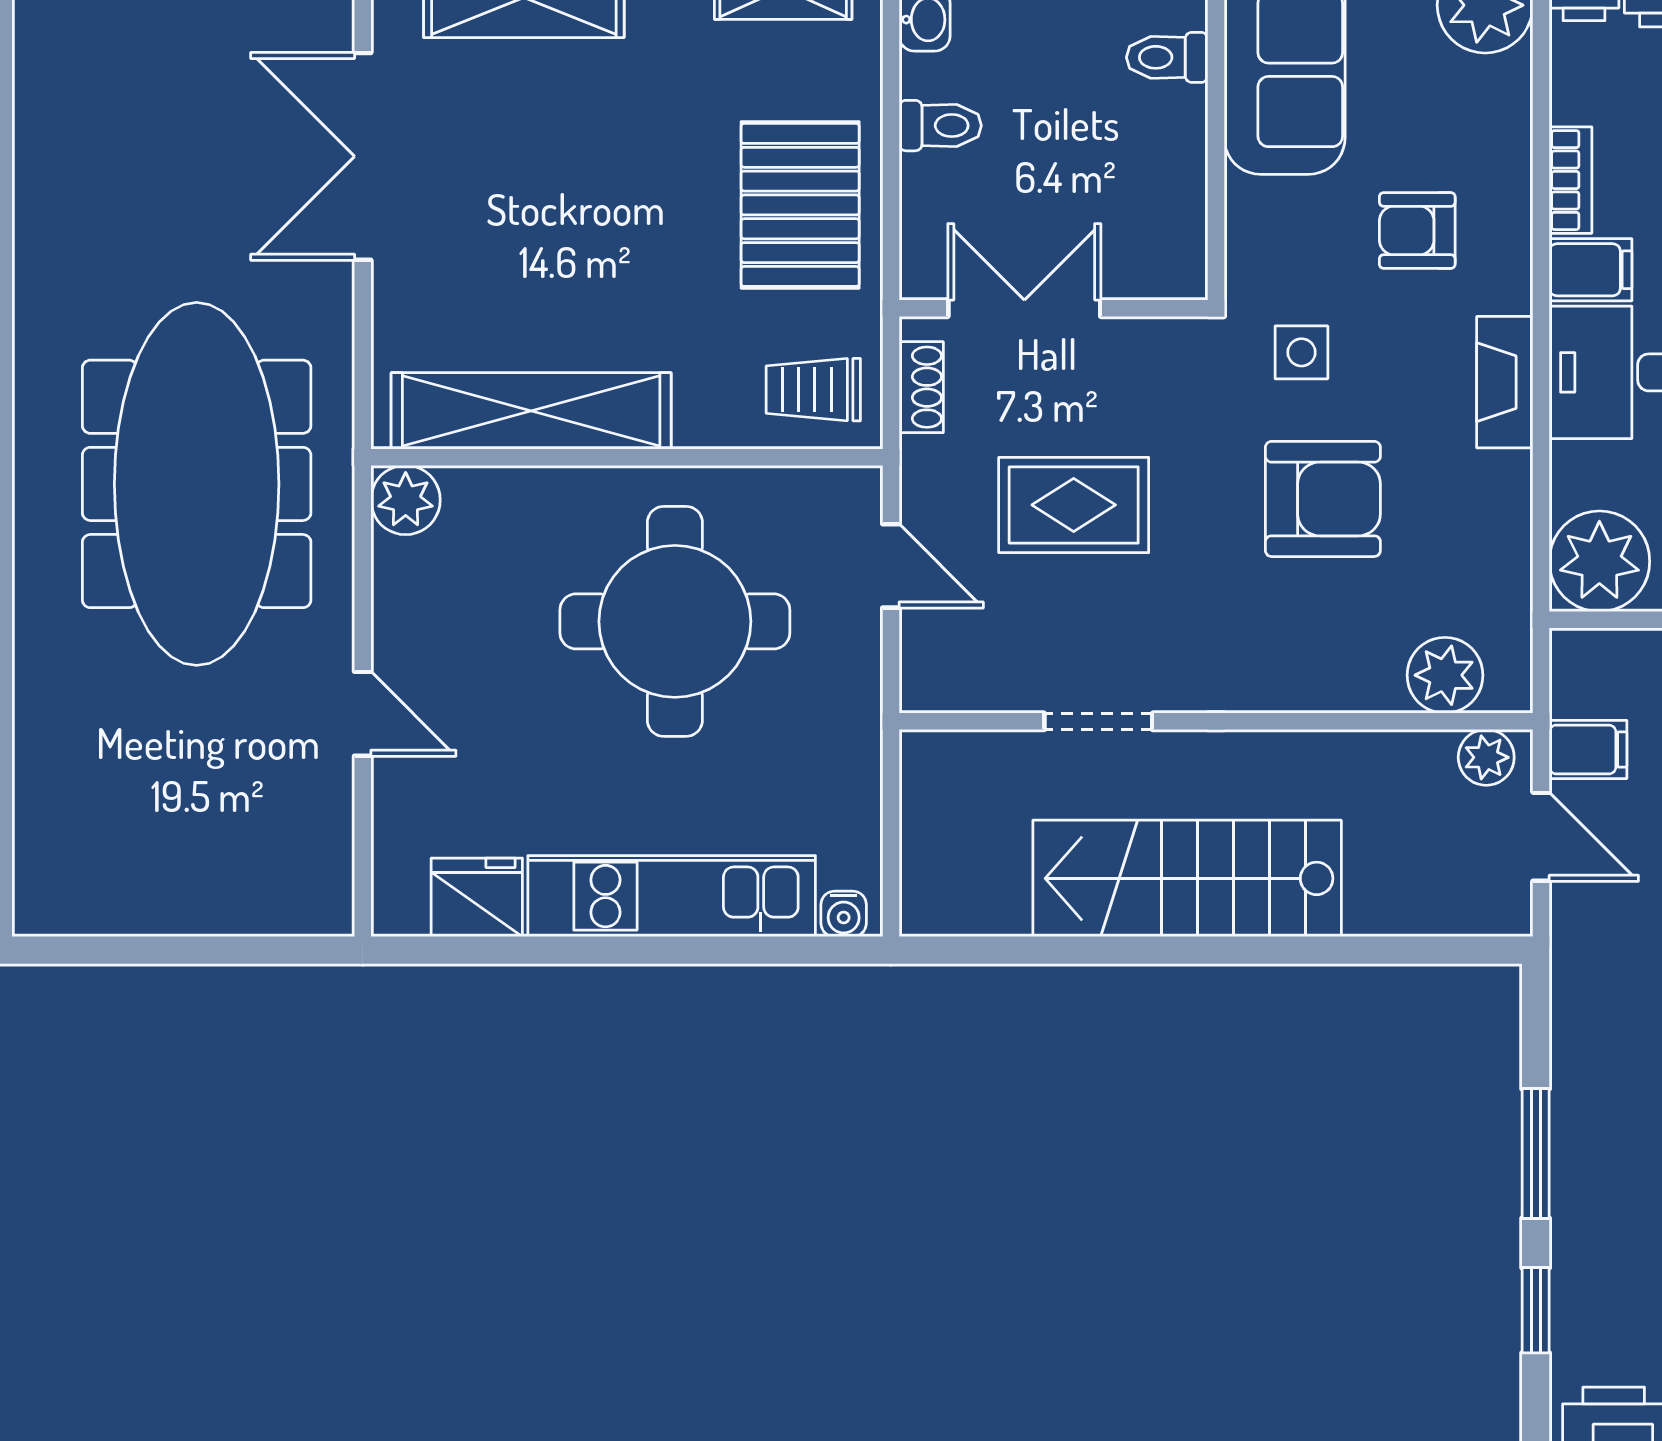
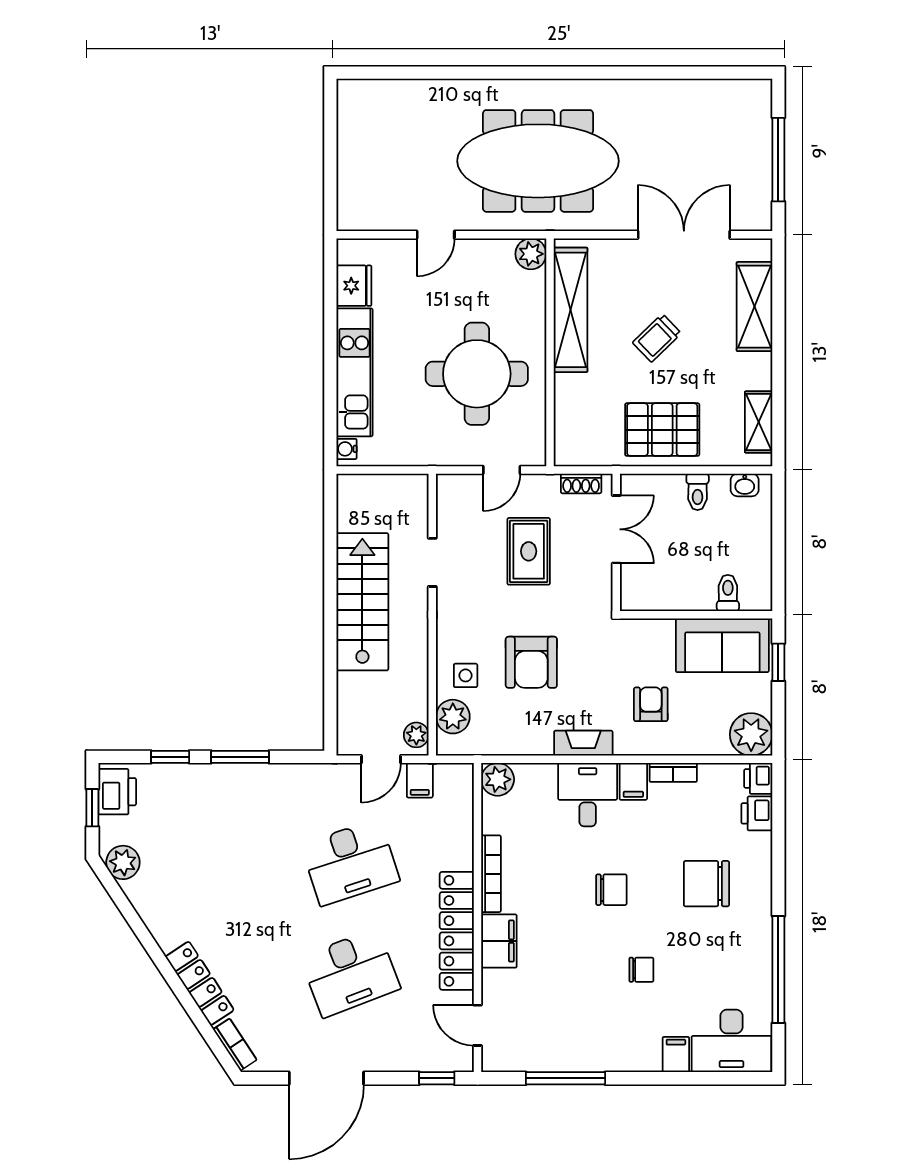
side table: (1301, 352) -> (466, 675), moved
trolley: (813, 390) -> (657, 338), moved, turned -134
plant: (1599, 561) -> (498, 779), width x0.73, depth x0.73

